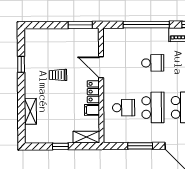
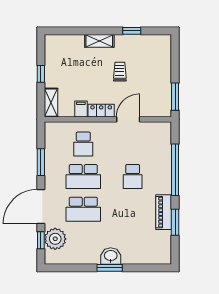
shelving: (30, 111) -> (99, 41), moved

